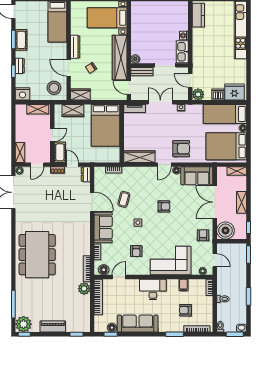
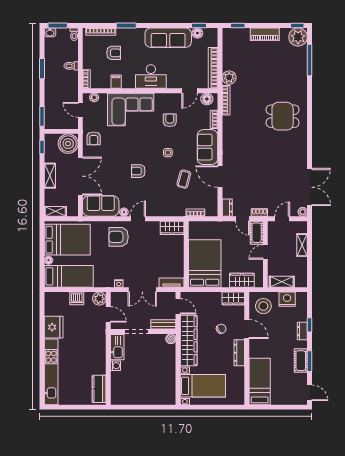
fridge: (234, 92) -> (54, 327), moved, turned -90
nightstand: (23, 94) -> (287, 299), moved
shelving: (20, 152) -> (302, 245), moved
wardrobe: (139, 157) -> (172, 228), width x0.67
dining table: (37, 255) -> (283, 116), width x0.53, depth x0.80

